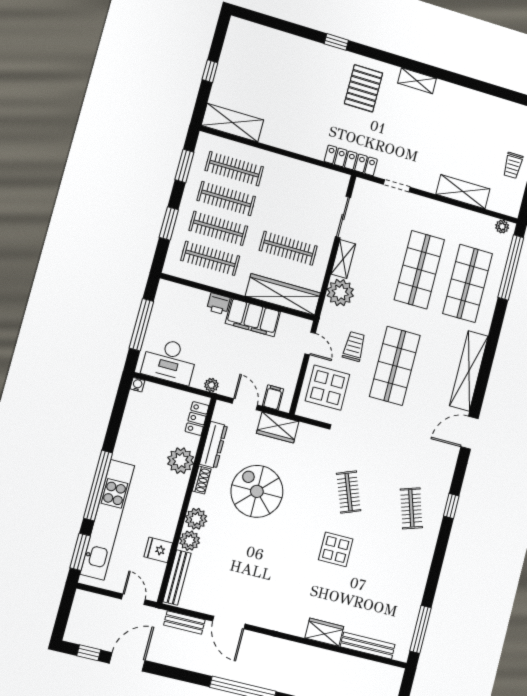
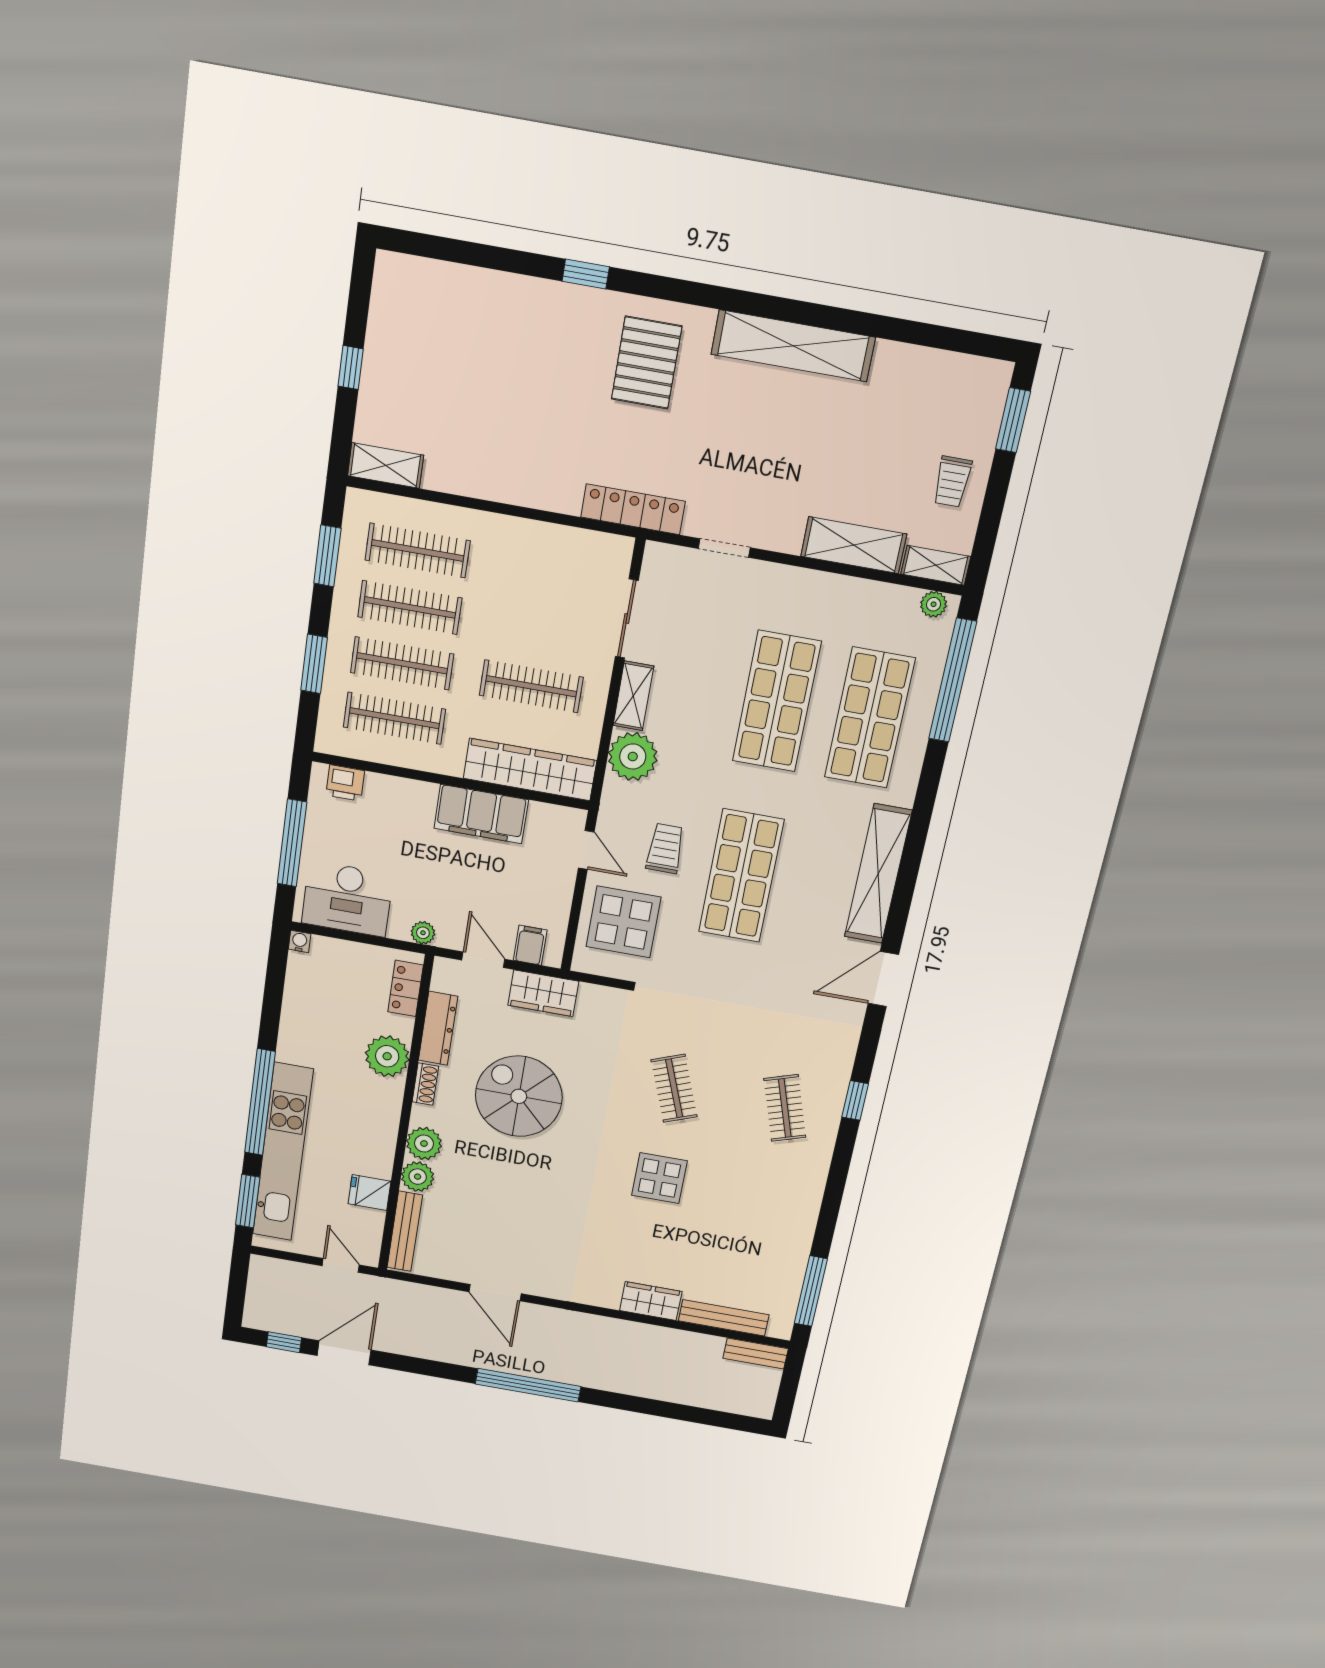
shelving: (417, 81) -> (793, 346), width x2.20, depth x1.33
shelving: (232, 123) -> (386, 465), width x0.67, depth x0.75
shelving: (504, 207) -> (936, 565), added
printer: (218, 304) -> (345, 783), moved
bench: (184, 622) -> (756, 1353), moved

